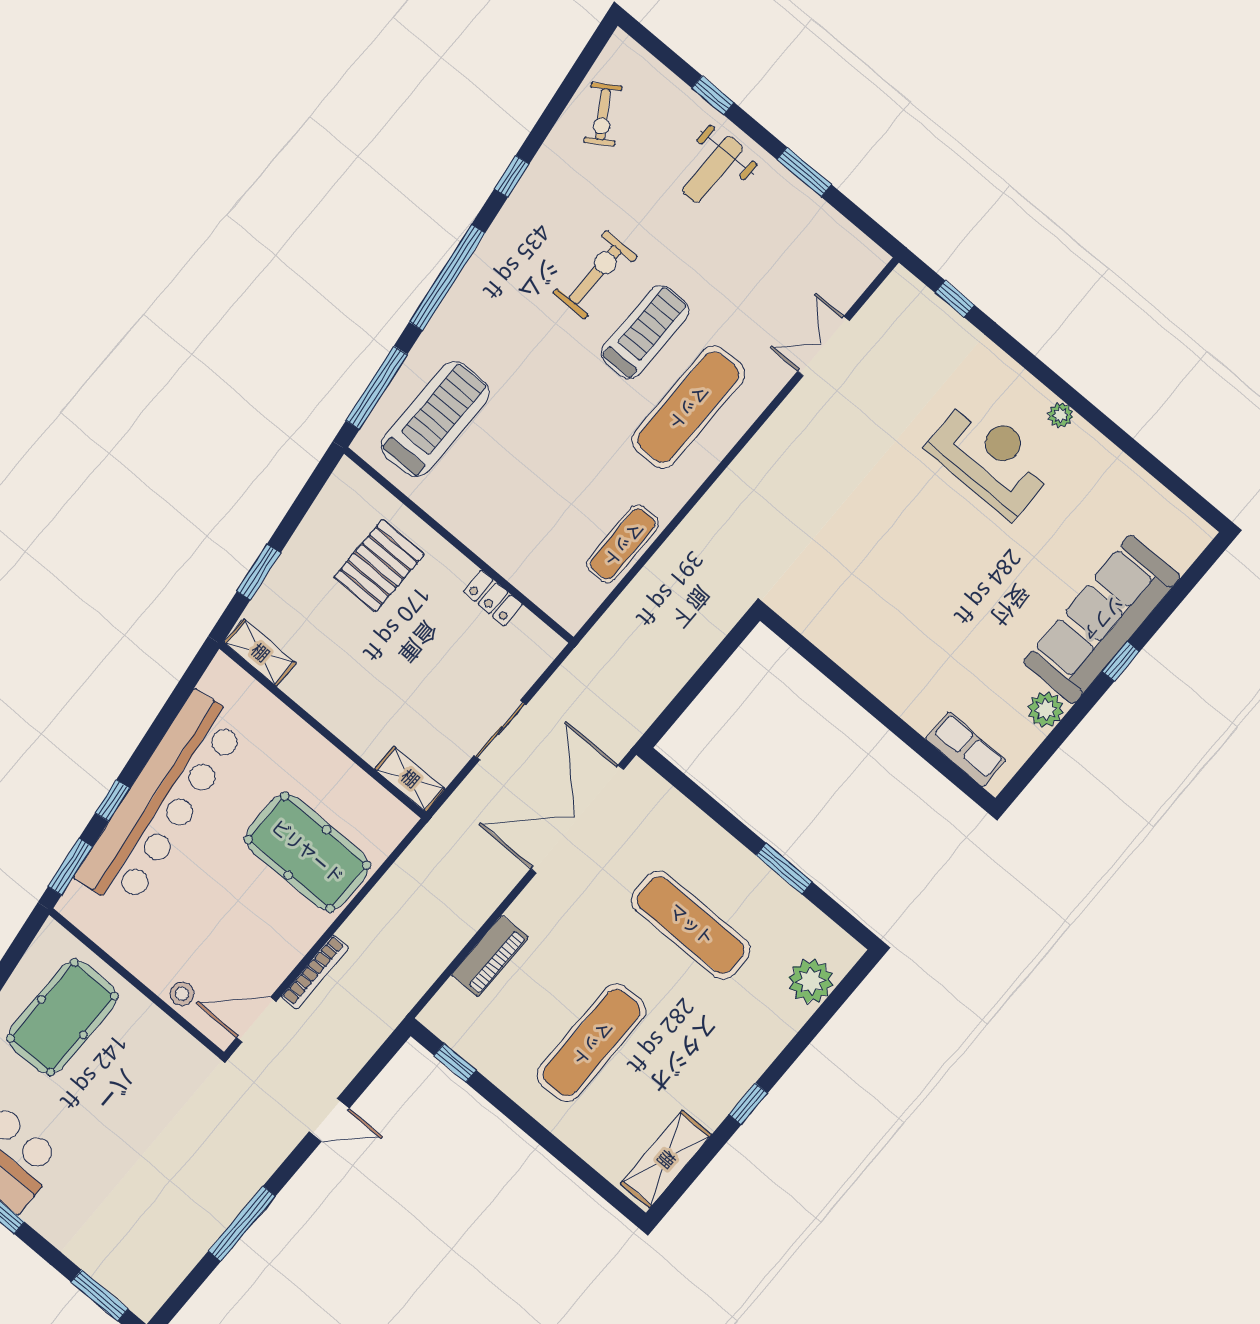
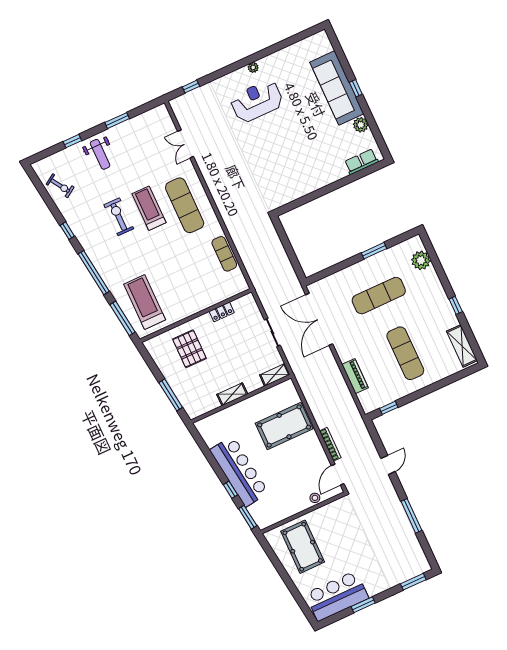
window: (259, 572) -> (171, 395), width x1.44
shelving: (260, 653) -> (232, 394), moved
bar counter: (162, 801) -> (239, 471), width x0.73

